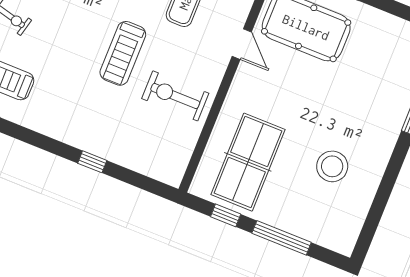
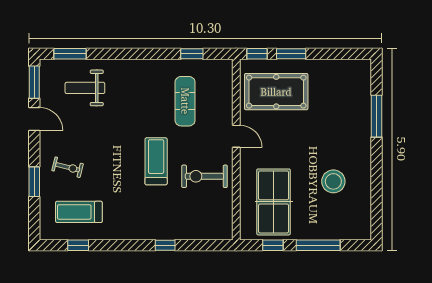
door: (242, 44) -> (236, 136), moved
treadmill: (123, 53) -> (156, 161), turned 180

